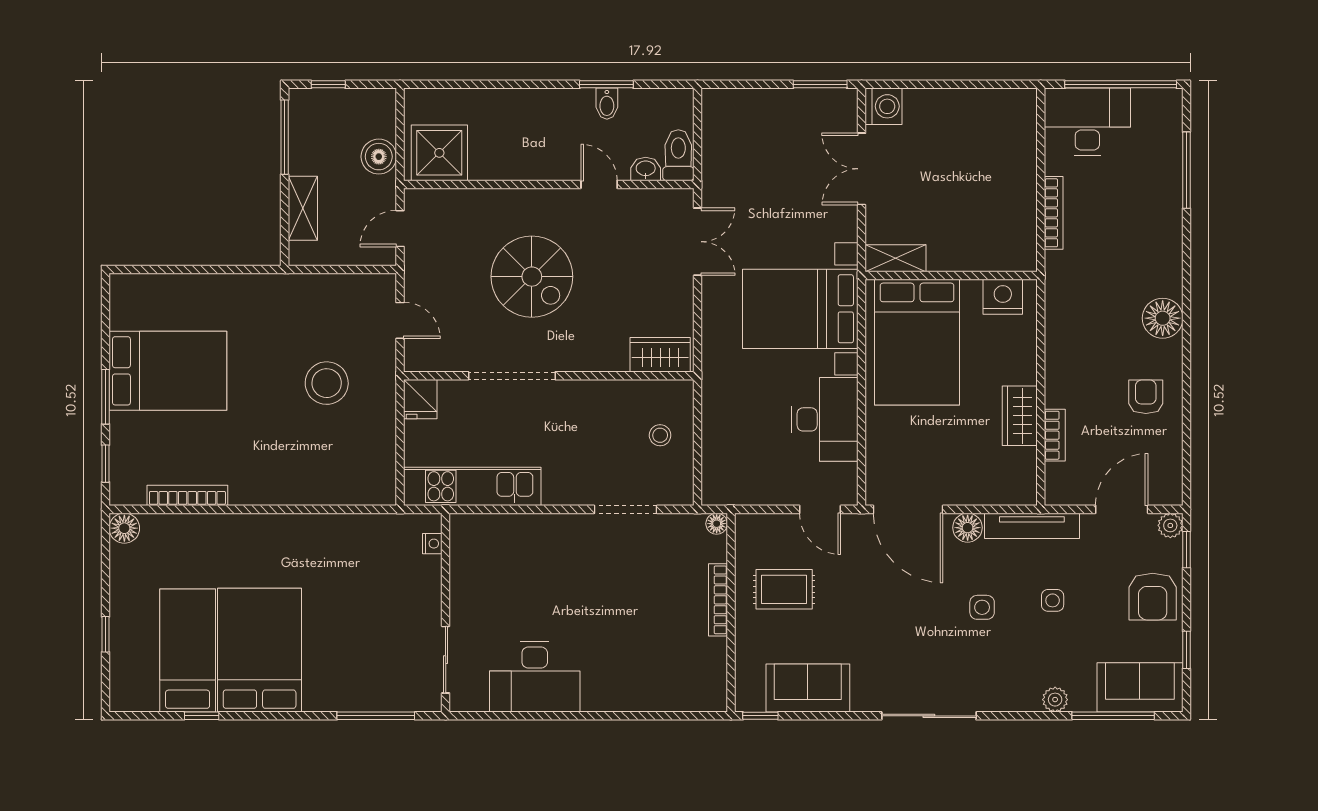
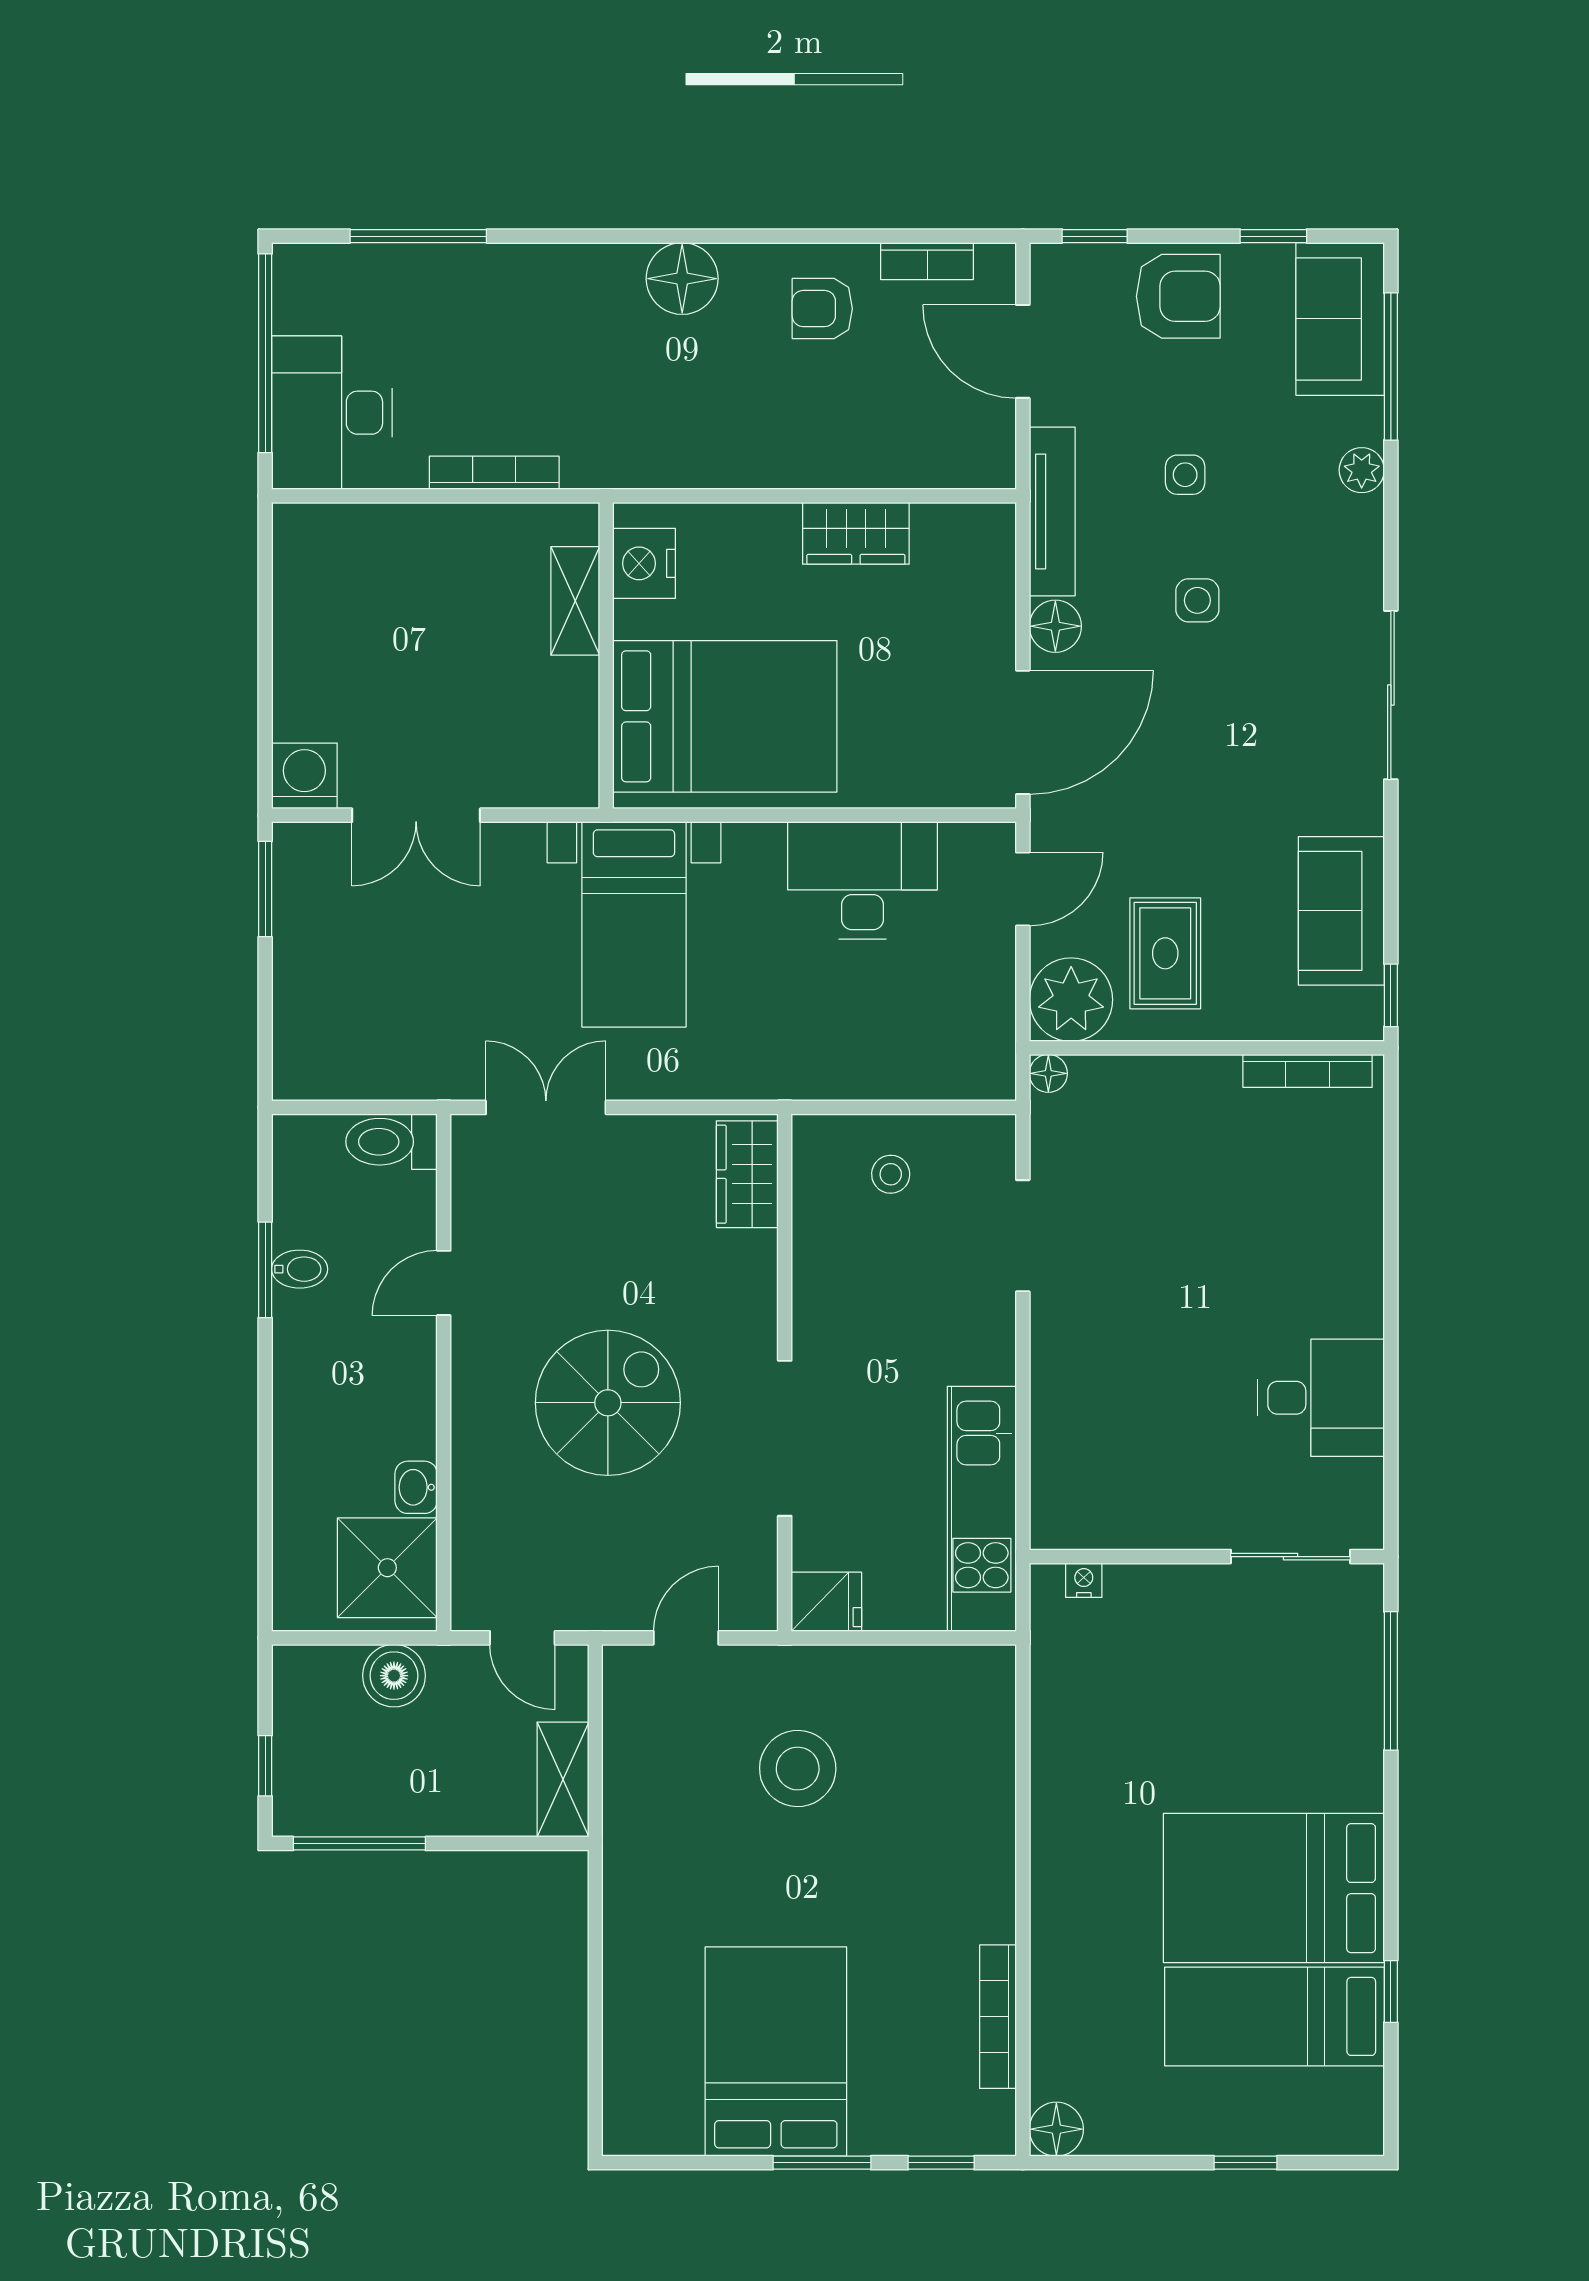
washbasin: (646, 169) -> (416, 1487), moved
shelving: (303, 208) -> (563, 1780), moved, turned 90
shelving: (896, 258) -> (575, 601), moved
bed with nightstands: (800, 309) -> (634, 924), width x0.73
bookcase: (1055, 435) -> (927, 261), moved, turned 180
plant: (1170, 525) -> (1071, 1000), moved, width x1.88, depth x1.88
bookcase: (718, 600) -> (1308, 1071), moved
desk: (535, 677) -> (1321, 1398), width x0.73

